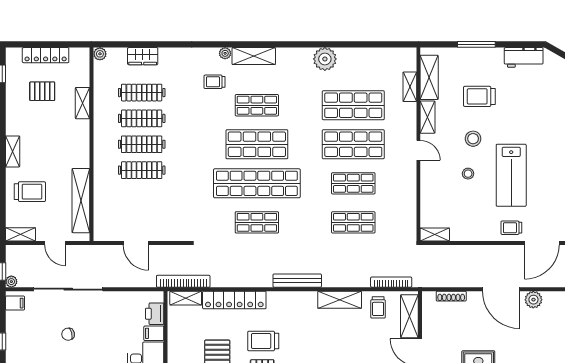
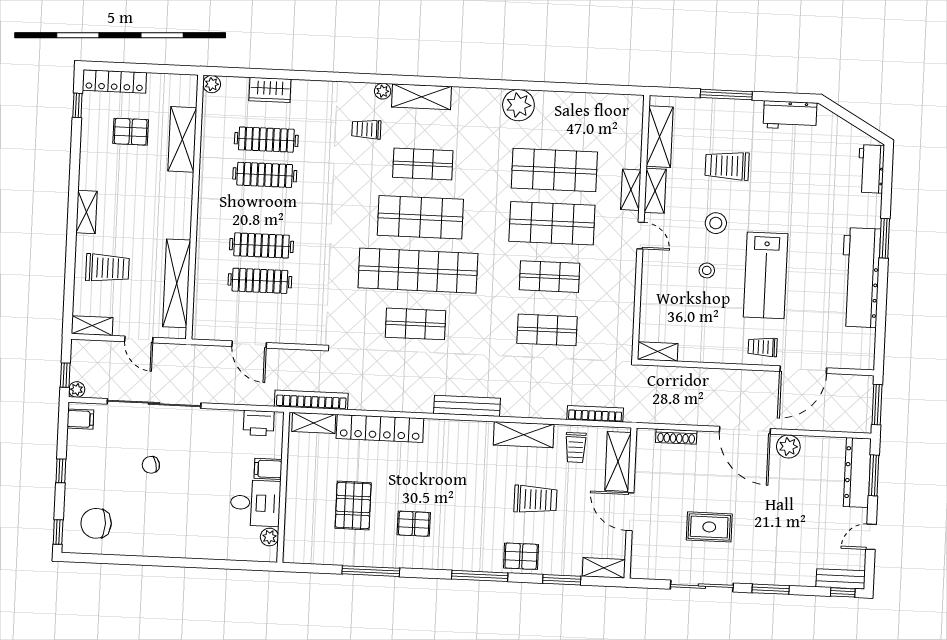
locker: (46, 55) -> (114, 81), moved
shelving: (410, 87) -> (631, 190), moved
shelving: (83, 103) -> (182, 139), width x1.50, depth x1.33
clothes rail: (142, 144) -> (260, 281), moved
printer: (155, 314) -> (259, 423), moved, turned -90
trolley: (263, 341) -> (535, 499), moved, turned 180

